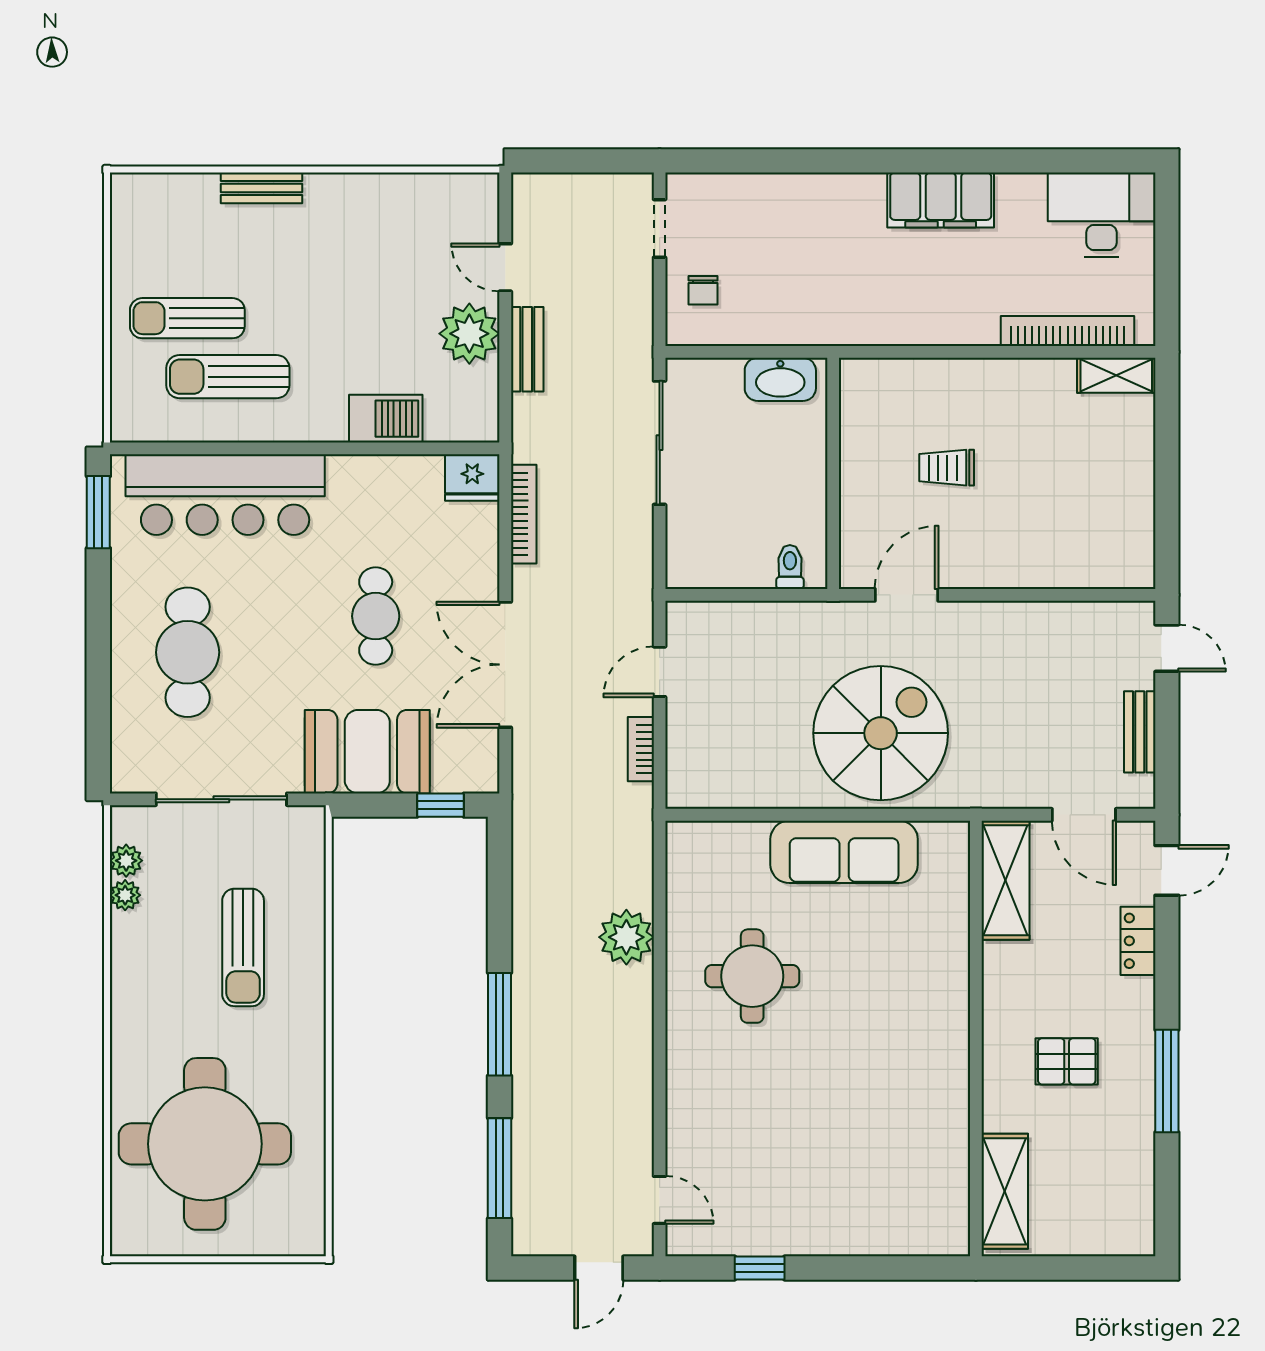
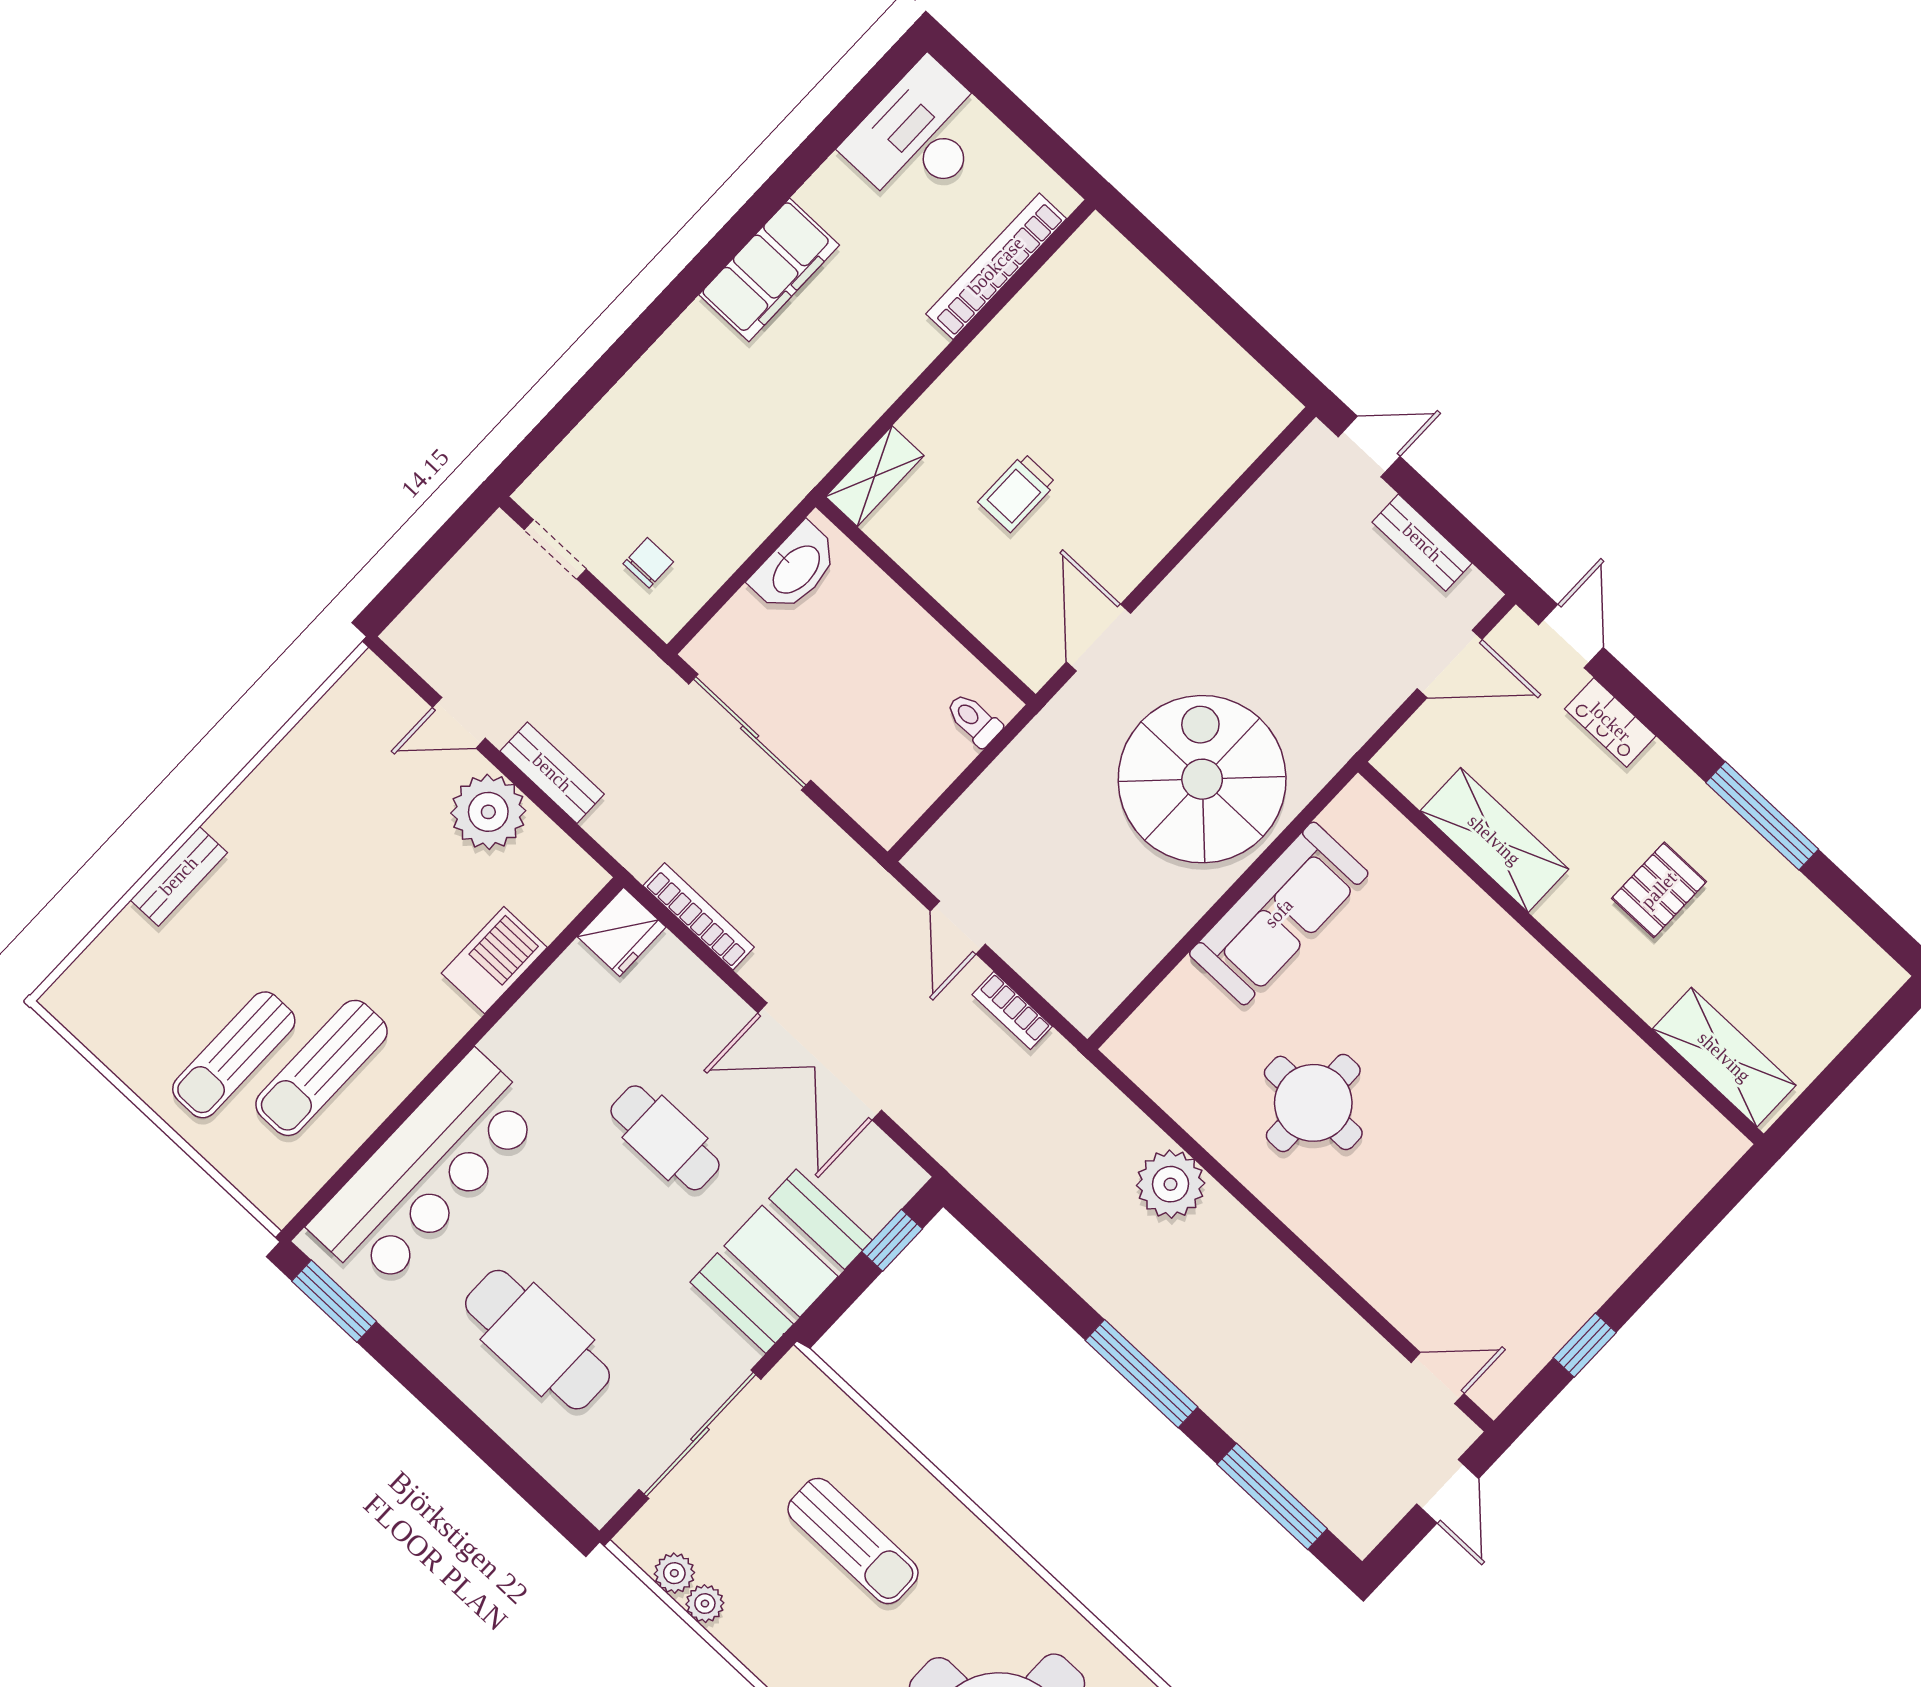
chair: (703, 290) -> (648, 563), turned -90
shelving: (1116, 375) -> (875, 476), moved
shelving: (1006, 880) -> (1494, 840), moved

